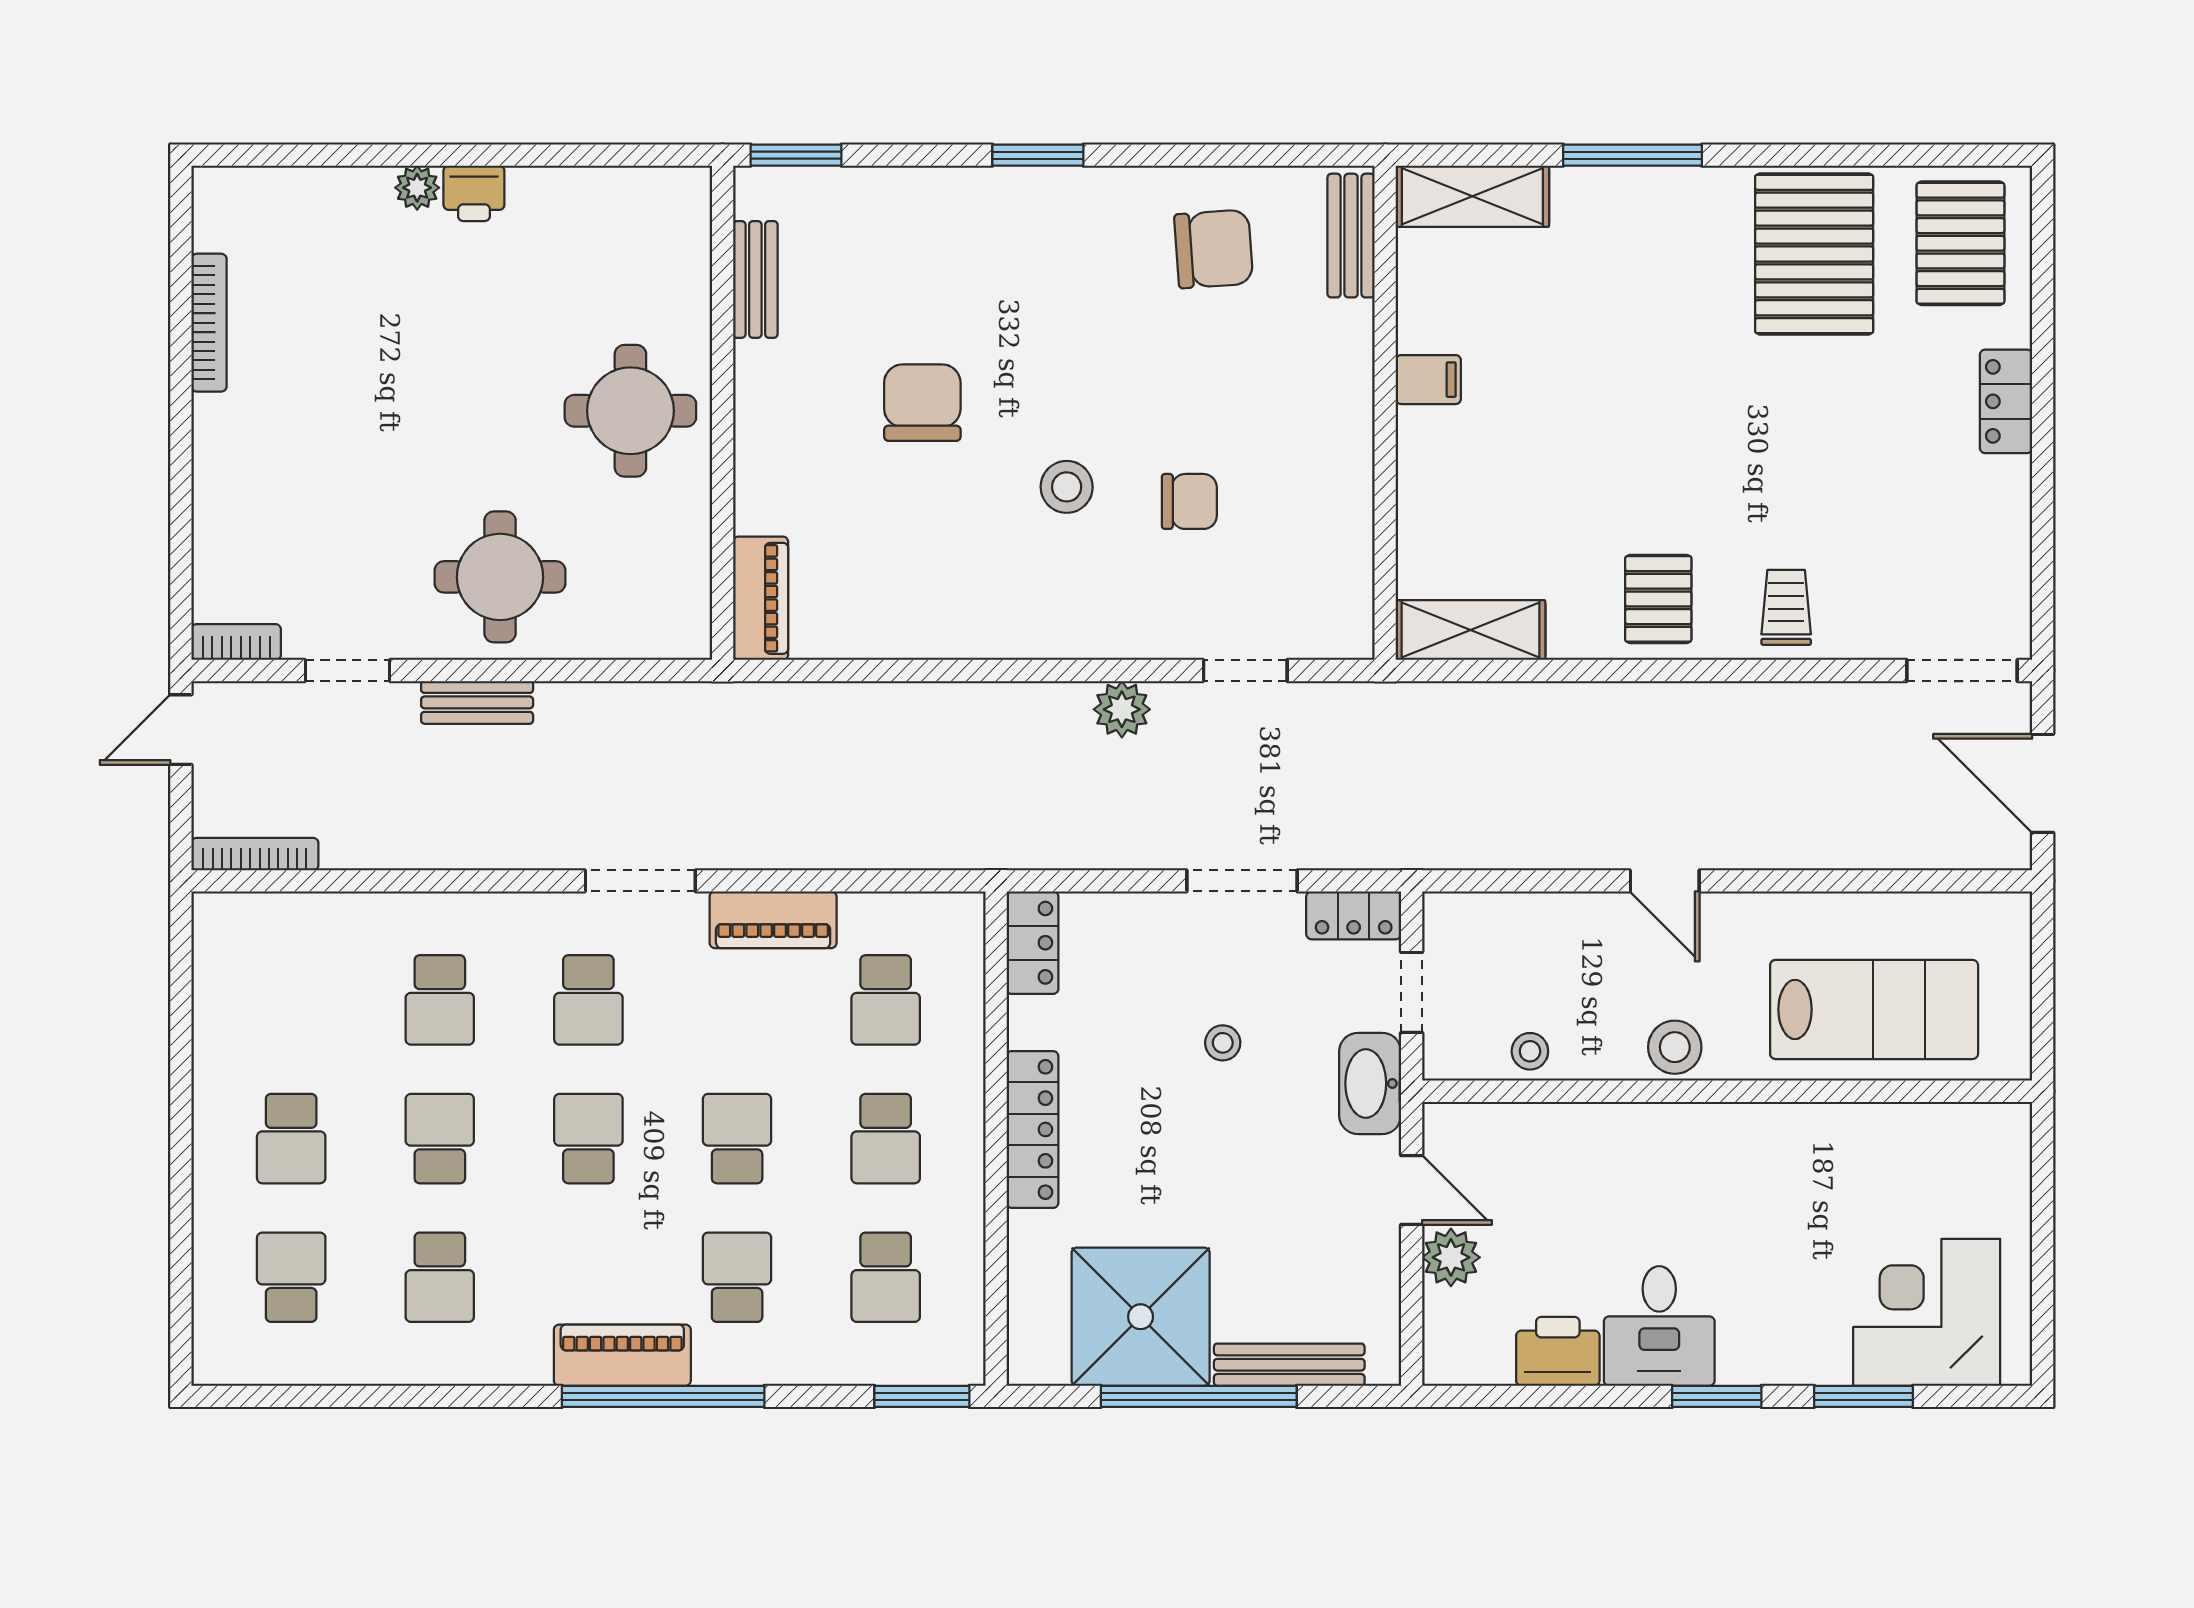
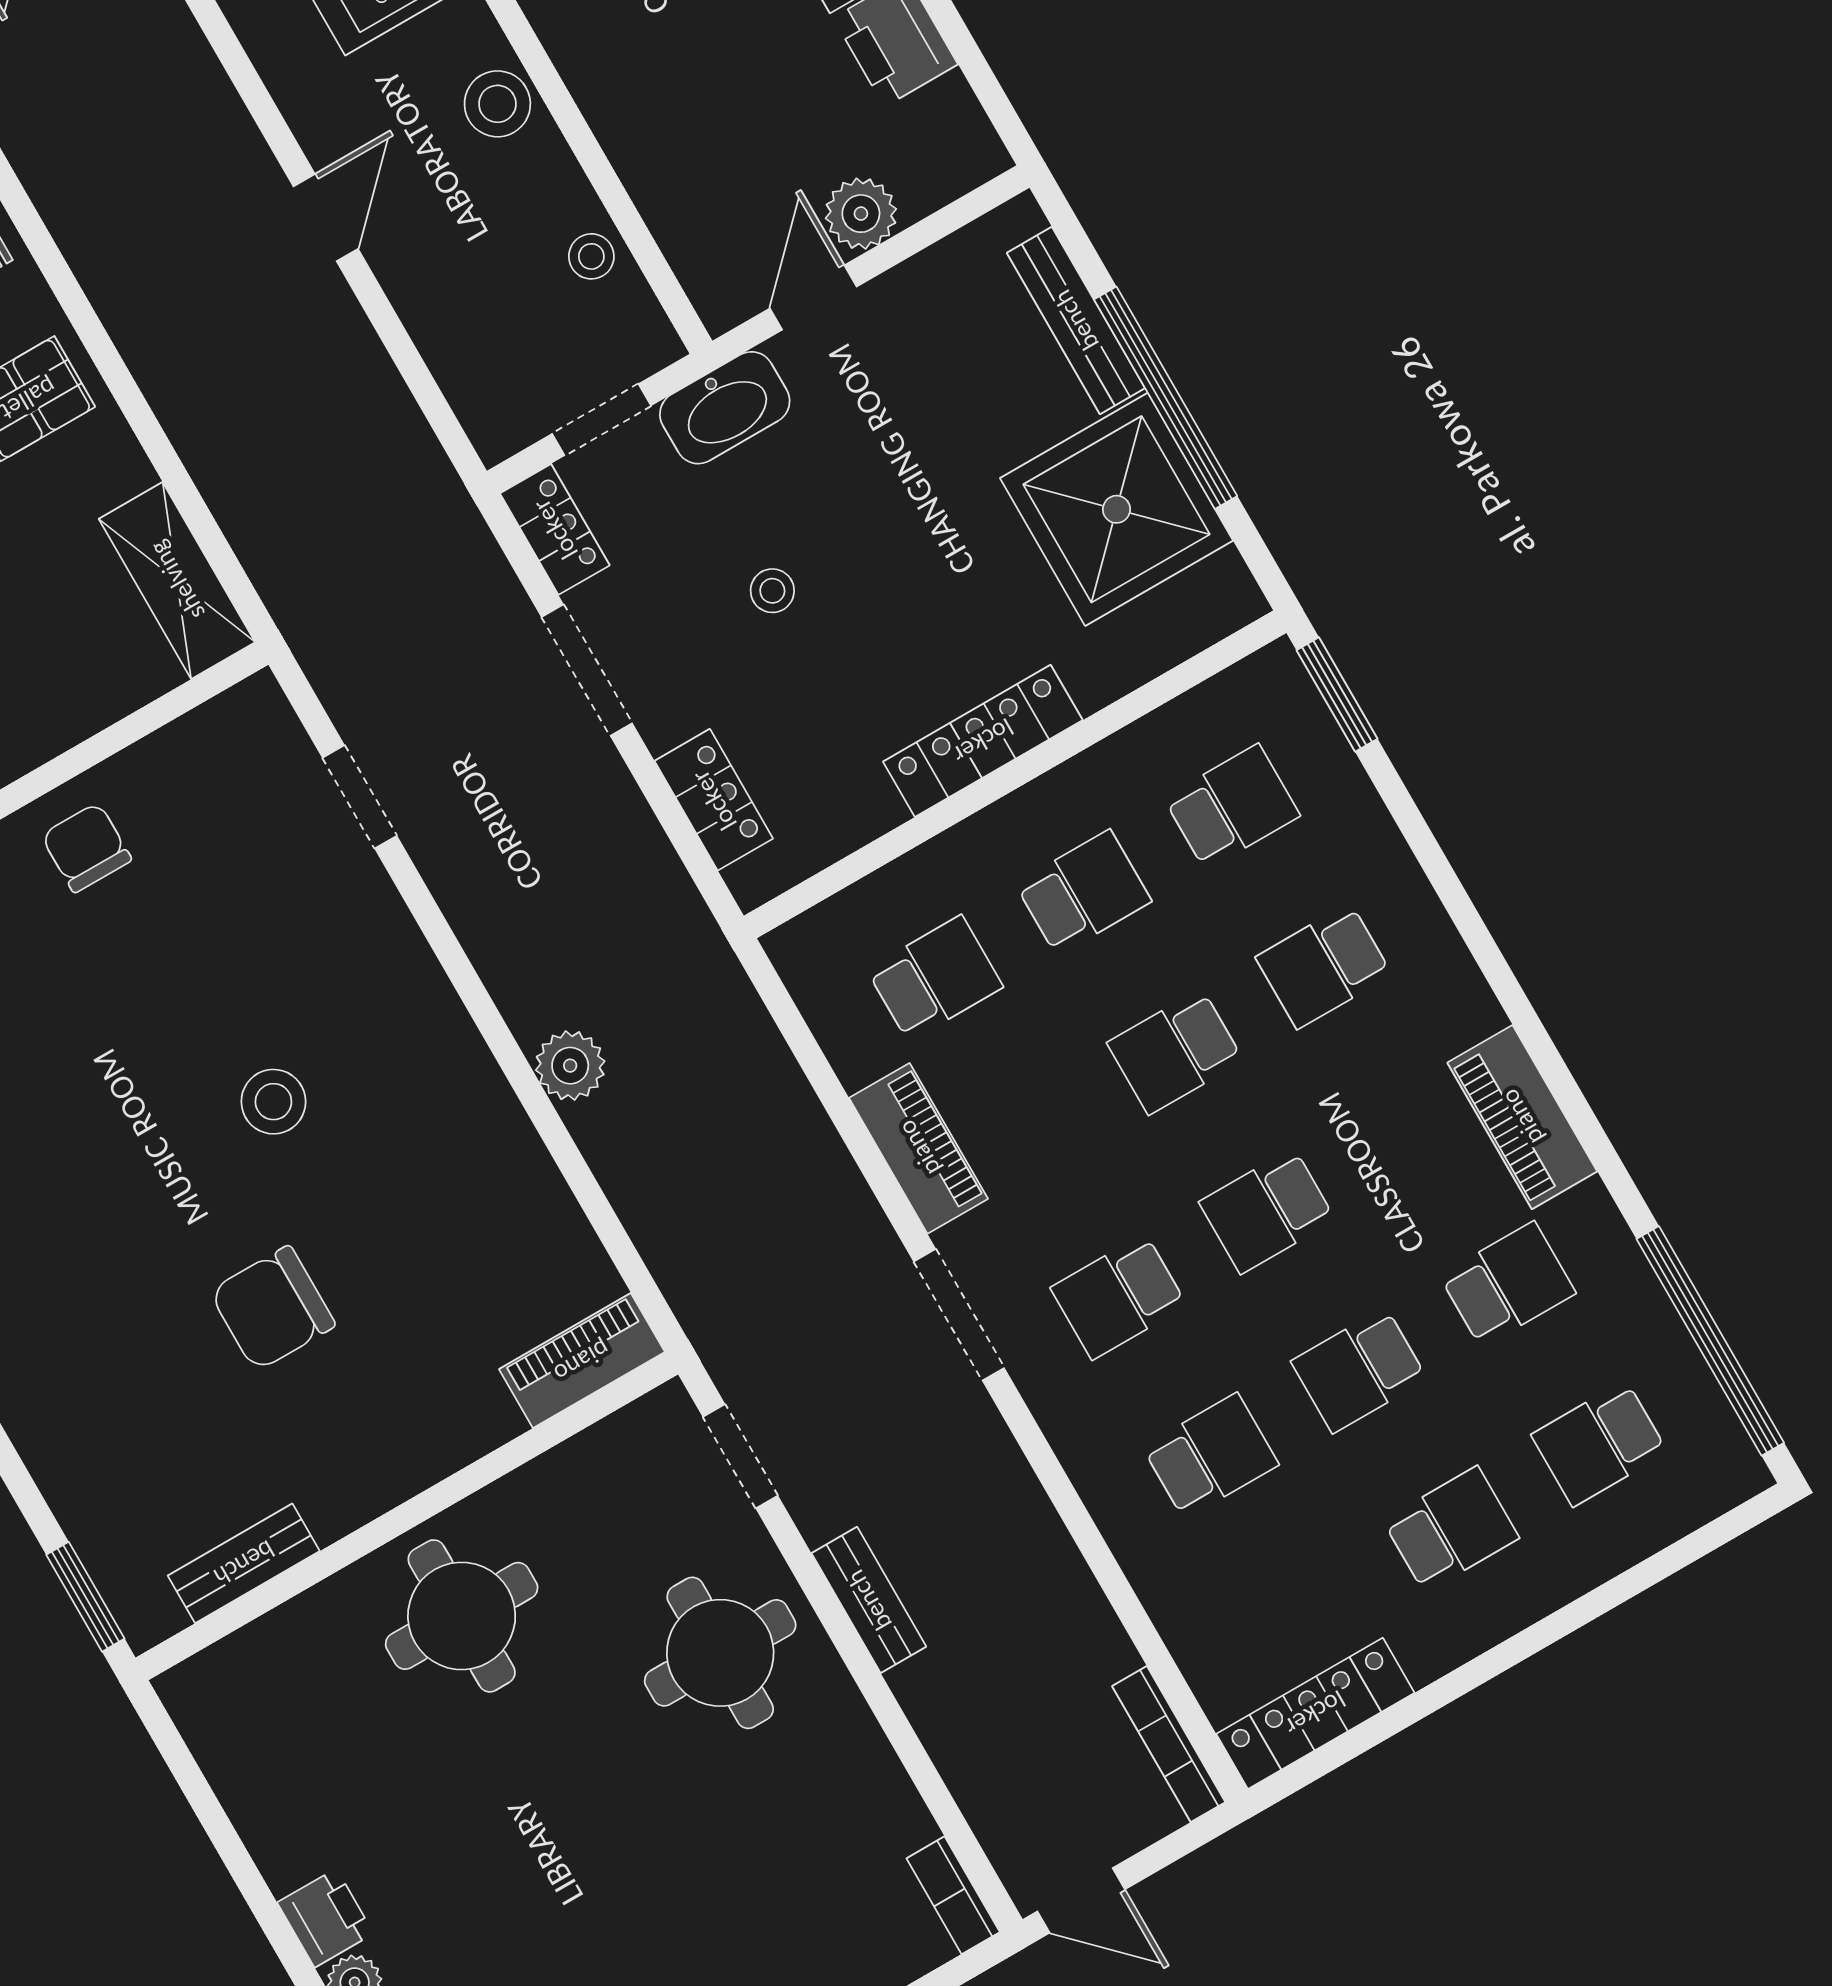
chair: (1189, 501) -> (86, 848), moved
doorway: (347, 670) -> (740, 1456), moved
plant: (1122, 709) -> (570, 1066), moved
locker: (1032, 943) -> (714, 800), moved, turned 90
locker: (217, 969) -> (1315, 1713), added
school desk: (588, 1000) -> (1119, 1297), turned 180
piano: (622, 1355) -> (1522, 1117), moved
window: (663, 1396) -> (1710, 1341), moved

